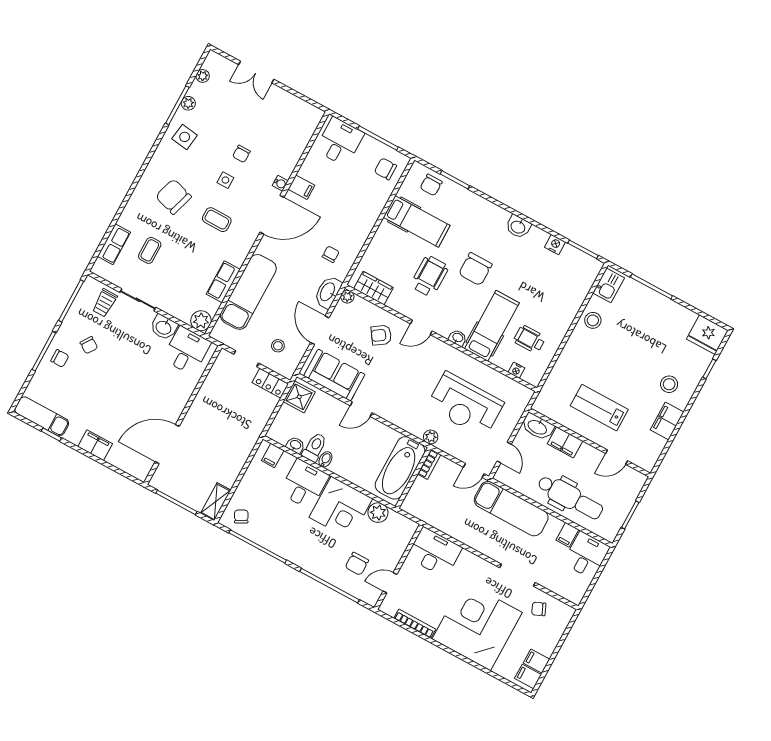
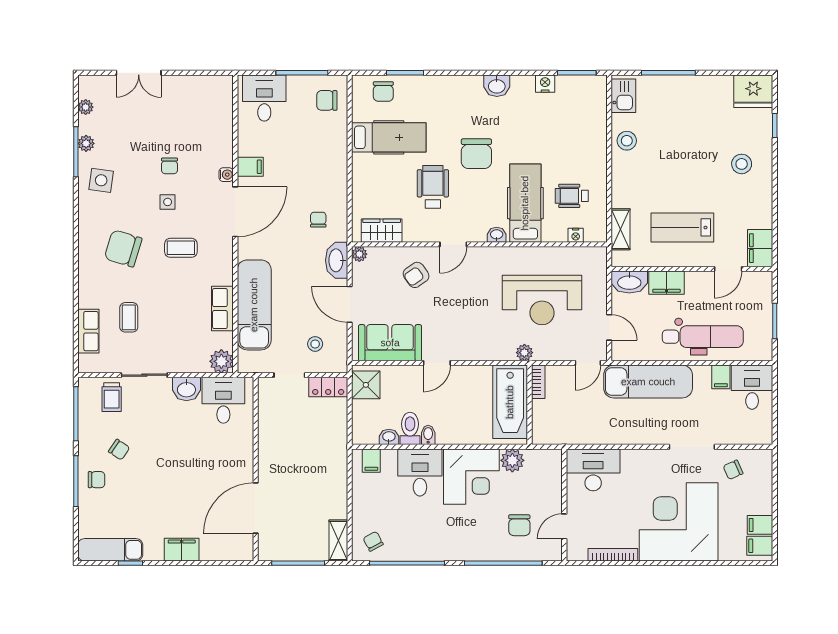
shelving: (552, 384) -> (621, 229), added
filing cabinet: (667, 421) -> (760, 248), moved

